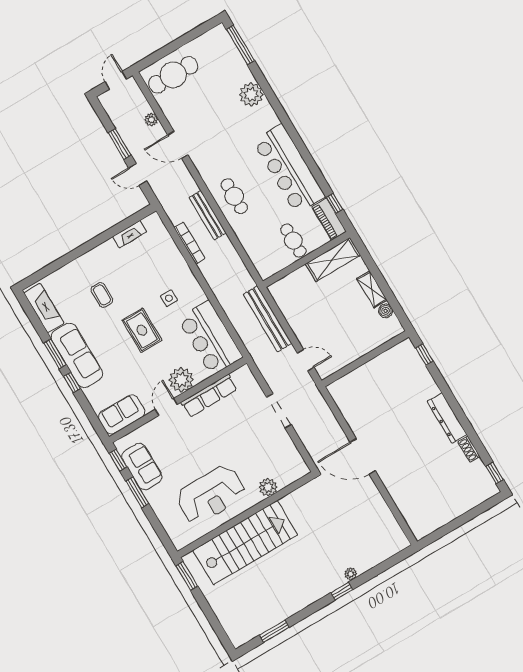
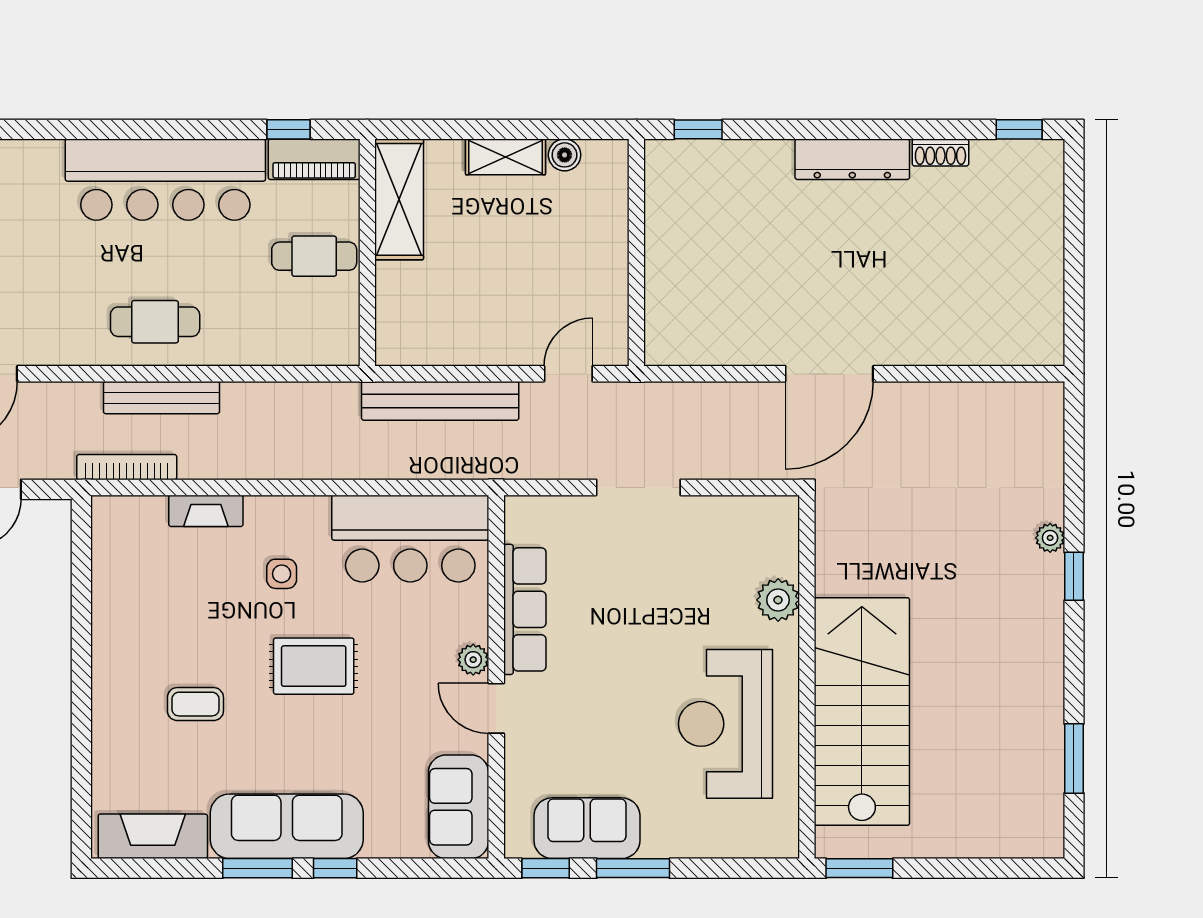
fireplace: (130, 234) -> (206, 511), moved, turned 90
bookcase: (190, 243) -> (127, 467), moved
plant: (181, 380) -> (473, 660), width x0.53, depth x0.53
reception desk: (211, 495) -> (725, 724), turned 180

